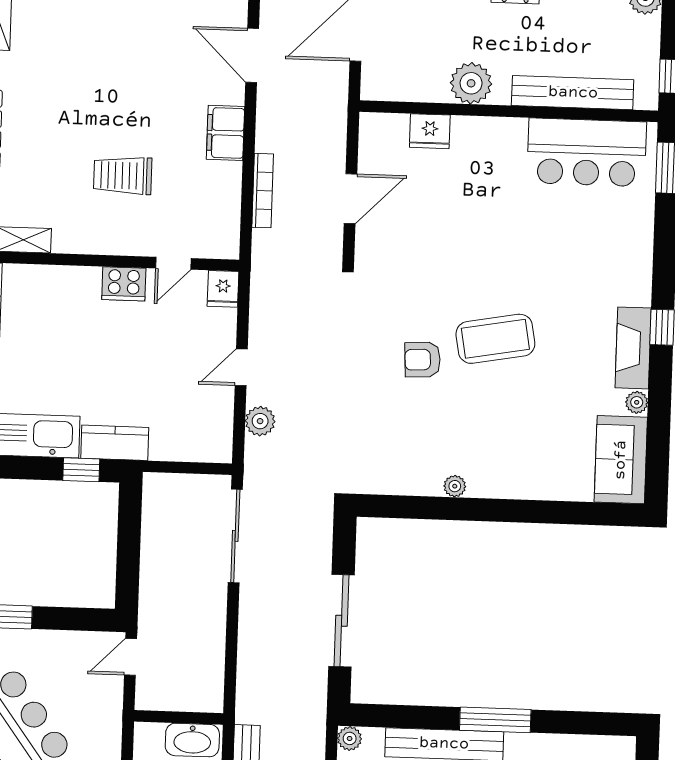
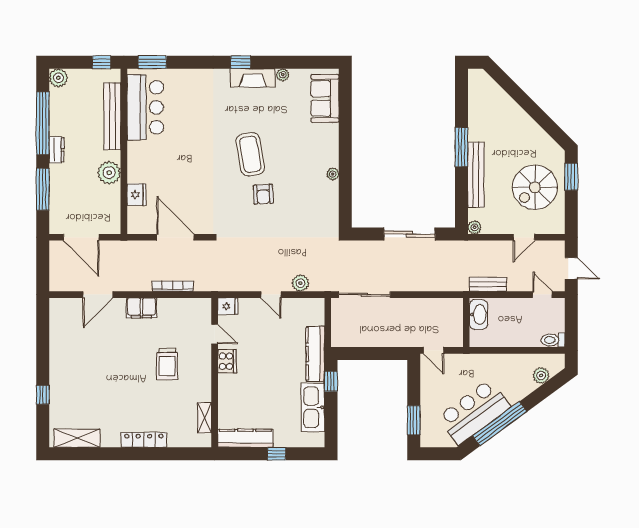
door: (351, 199) -> (175, 237), width x1.36
kitchen counter: (115, 443) -> (315, 354), width x1.50
sofa: (621, 460) -> (325, 98), moved, turned 90

